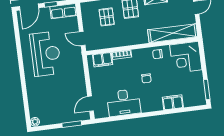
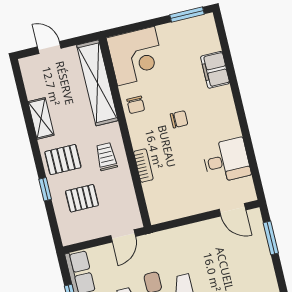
trolley: (129, 34) -> (106, 157), added
filing cabinet: (103, 60) -> (155, 197), removed
desk: (124, 103) -> (226, 161), width x0.73

